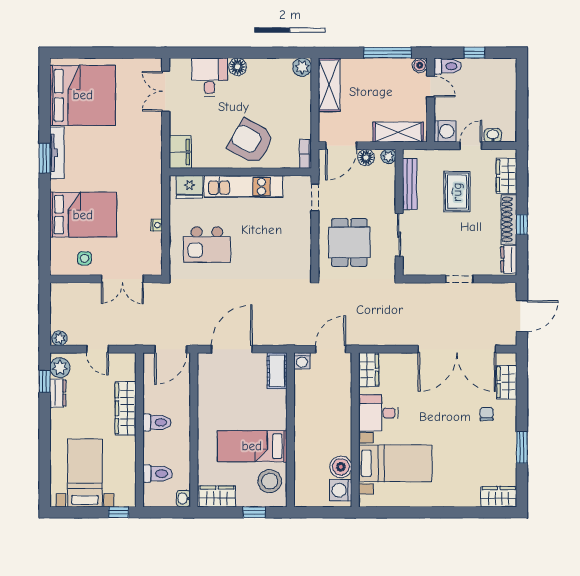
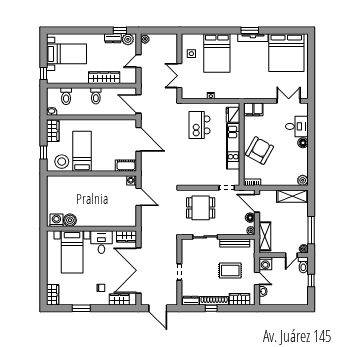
wardrobe: (369, 370) -> (127, 236), moved
desk: (378, 413) -> (101, 242), moved
wall: (355, 430) -> (92, 229), moved
bed with nightstands: (395, 463) -> (72, 252), moved
boiler: (341, 467) -> (70, 220), moved
washing machine: (341, 490) -> (56, 220), moved

